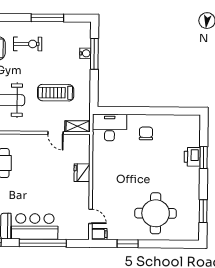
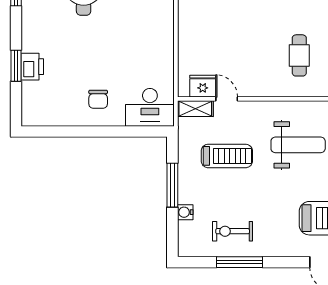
exercise bike: (28, 44) -> (233, 231), moved
window: (94, 54) -> (172, 185), moved
fridge: (82, 173) -> (203, 86), moved, turned -90

